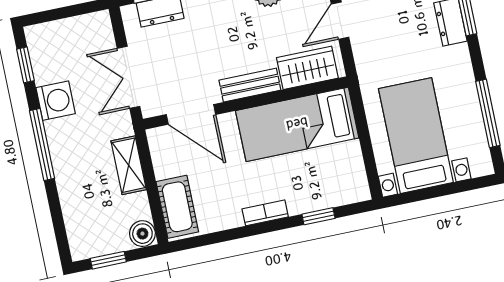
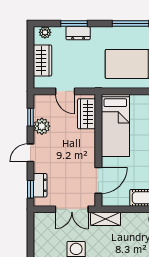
bench: (250, 85) -> (89, 146), removed
shelving: (129, 165) -> (106, 219), moved

